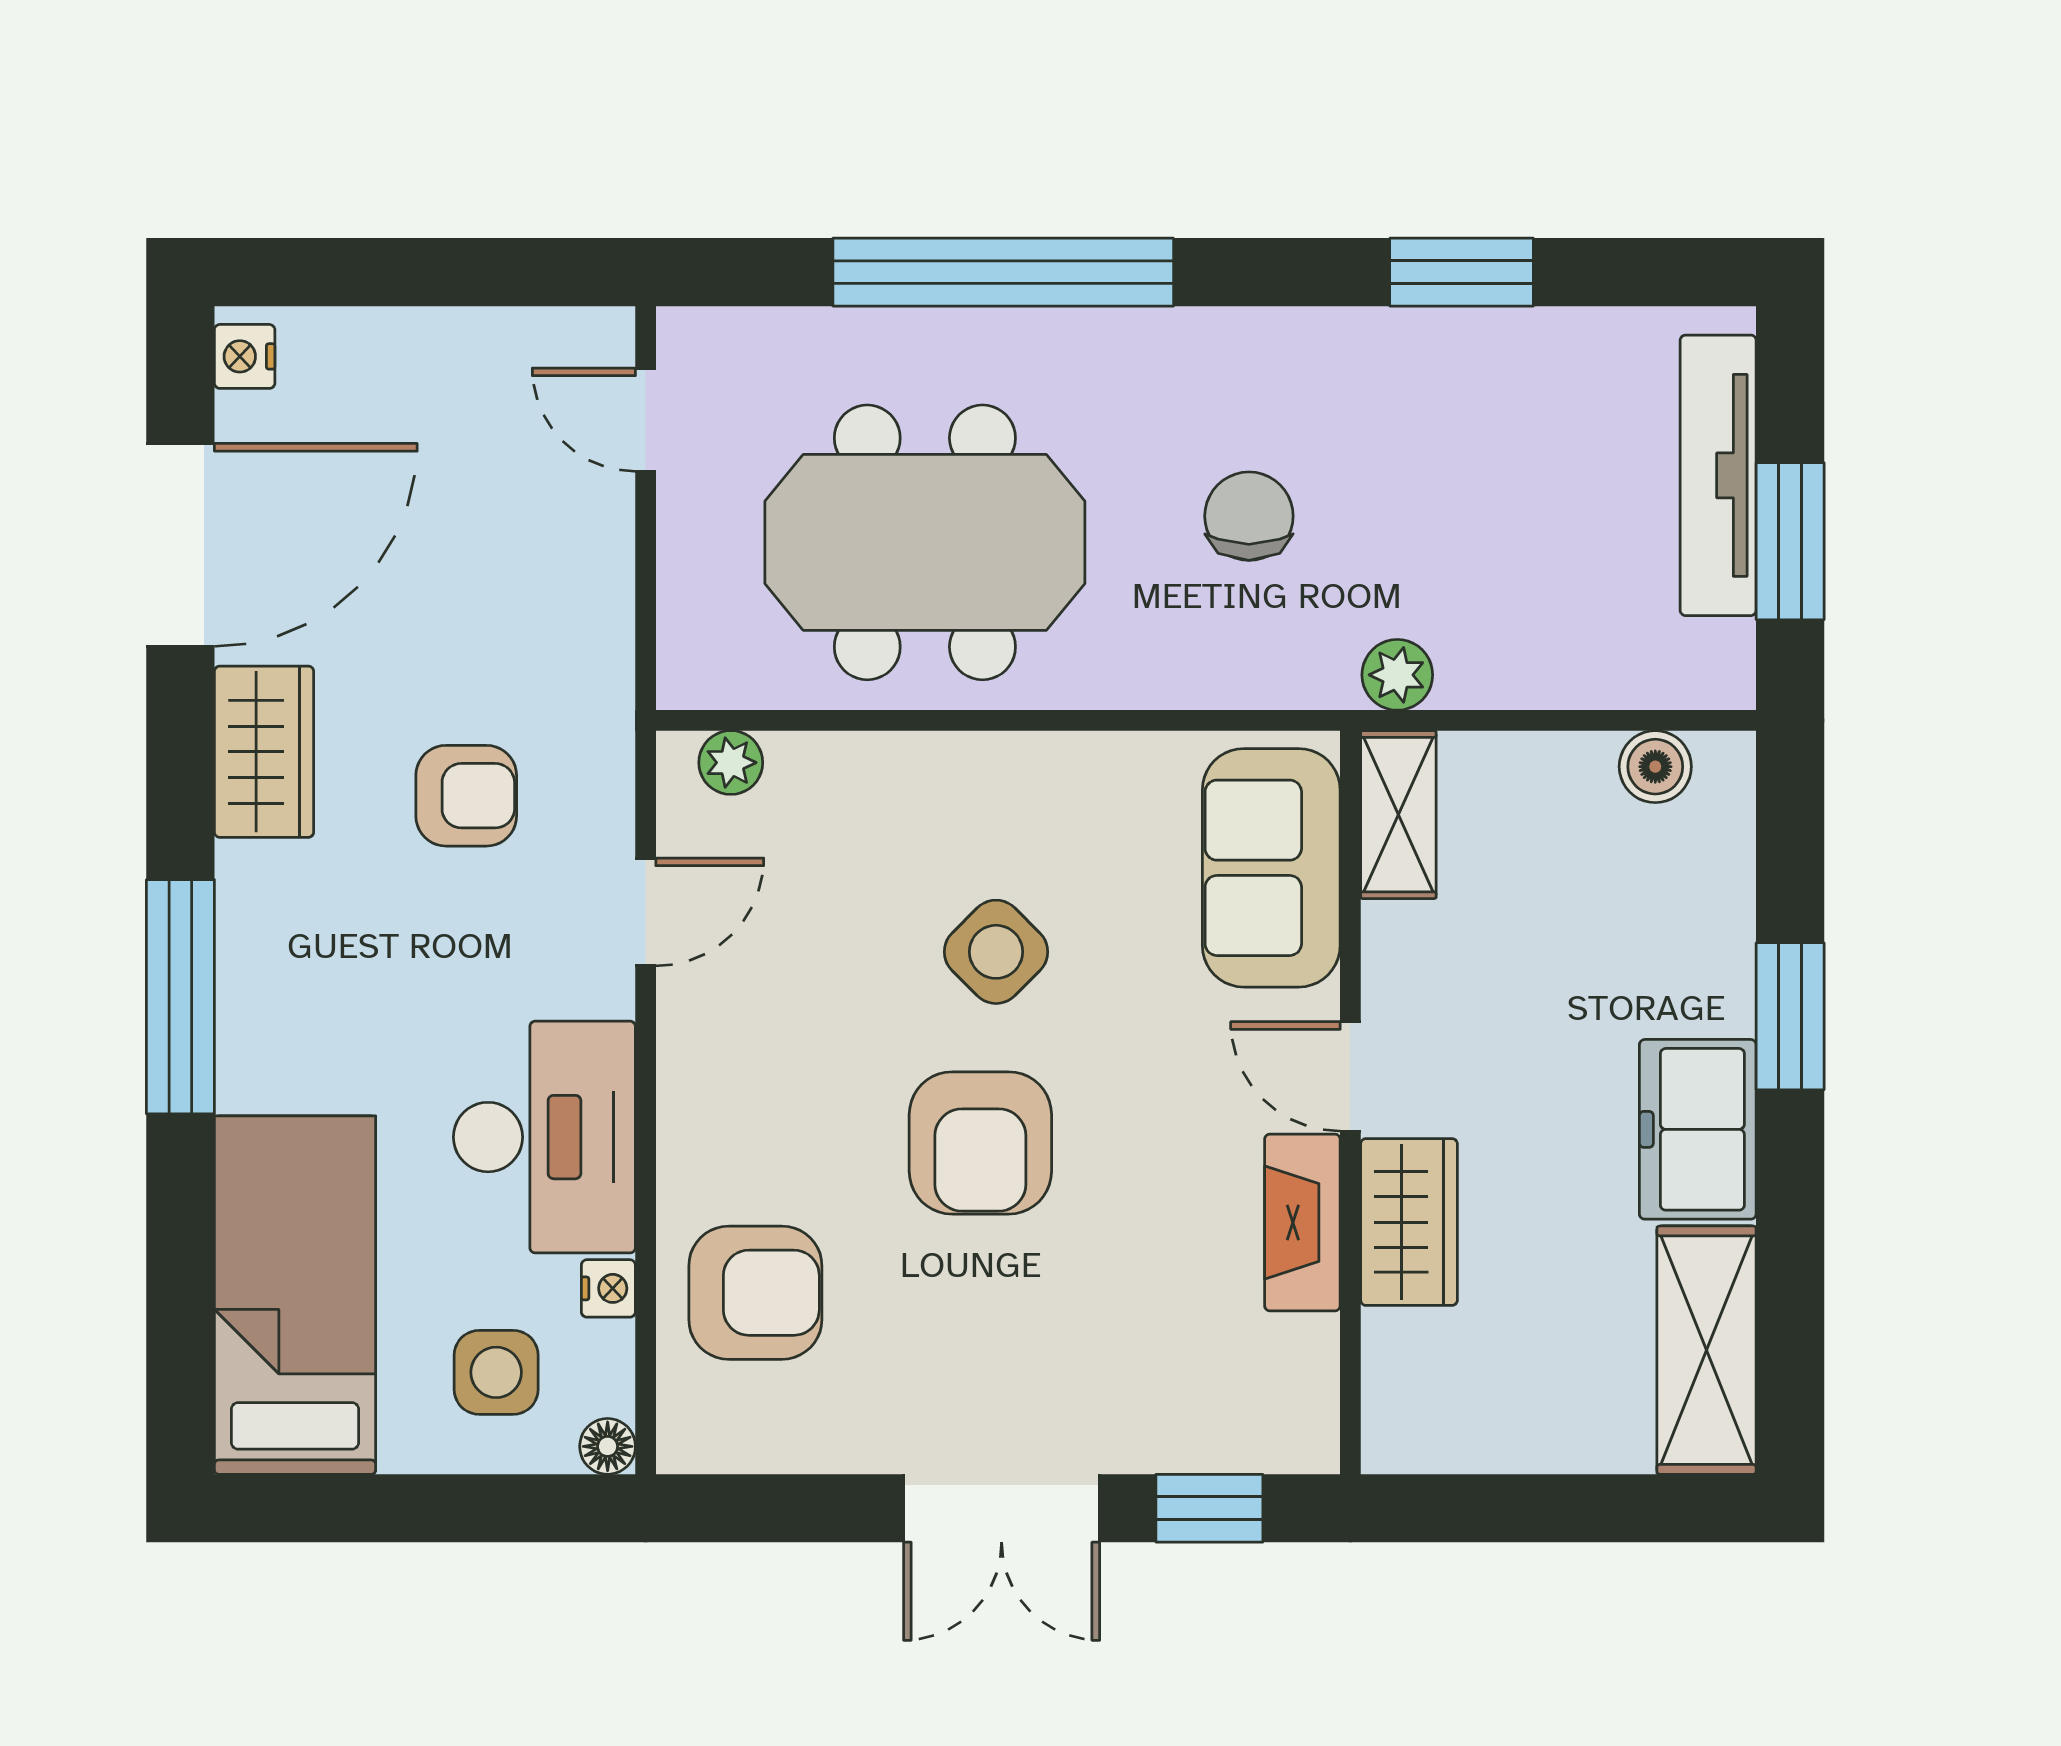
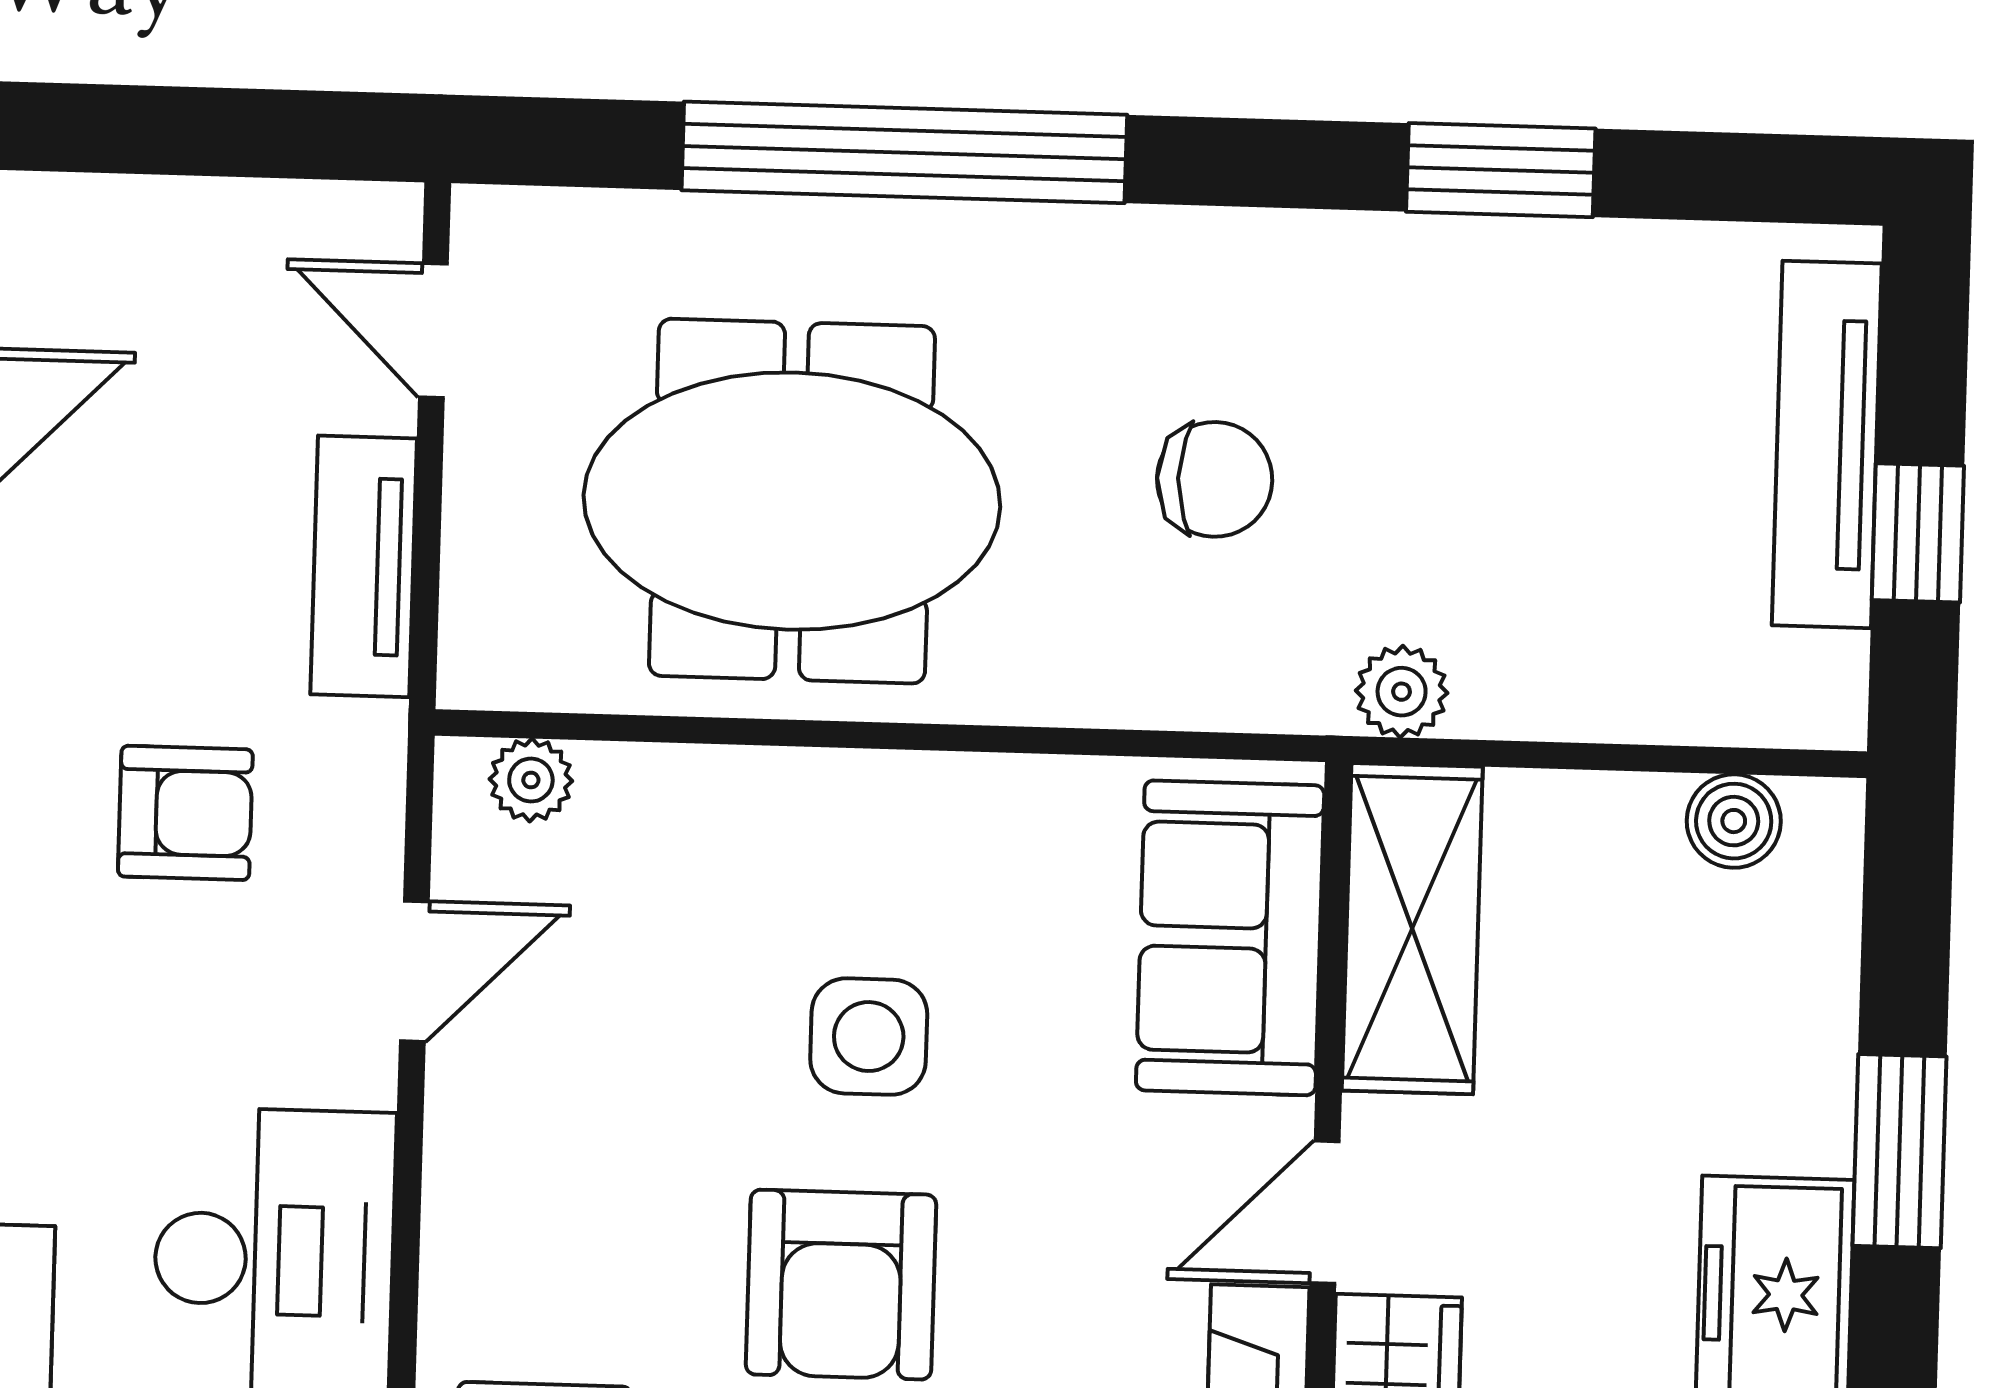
chair: (1249, 516) -> (1215, 479), turned 90
window: (1790, 541) -> (1918, 533), width x0.67
tv unit: (597, 602) -> (364, 566), added
shelving: (1398, 815) -> (1412, 929), width x1.50, depth x1.33
side table: (996, 952) -> (869, 1037), turned 45
door: (1350, 1076) -> (1325, 1212), hinge flipped

